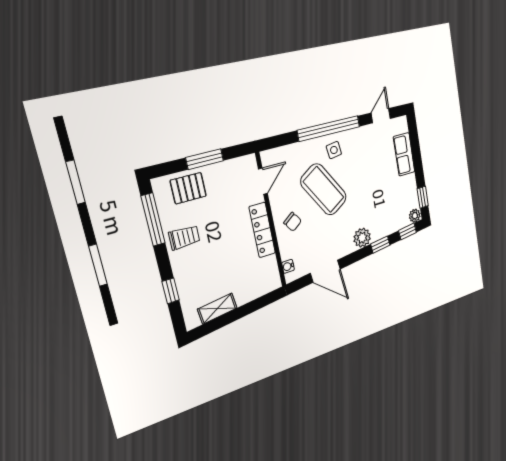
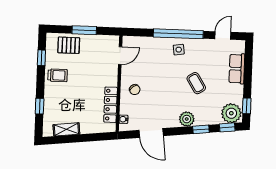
coffee table: (324, 189) -> (196, 83), moved, width x0.54, depth x0.58
plant: (415, 216) -> (231, 113), width x1.87, depth x1.87
window: (153, 219) -> (41, 58), width x0.46
locker: (262, 230) -> (111, 105), moved

